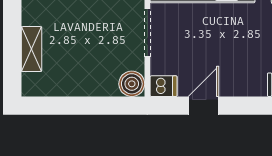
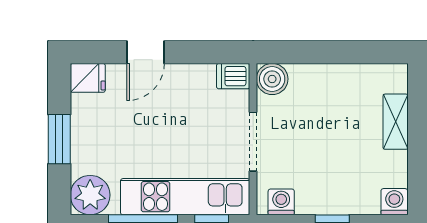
door: (203, 106) -> (146, 52), moved

